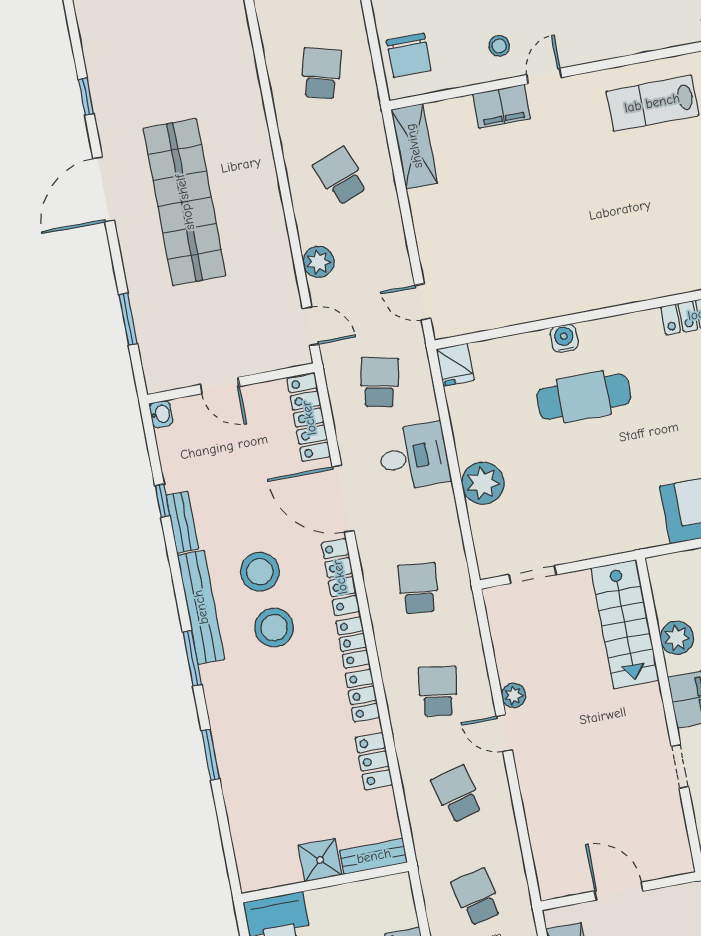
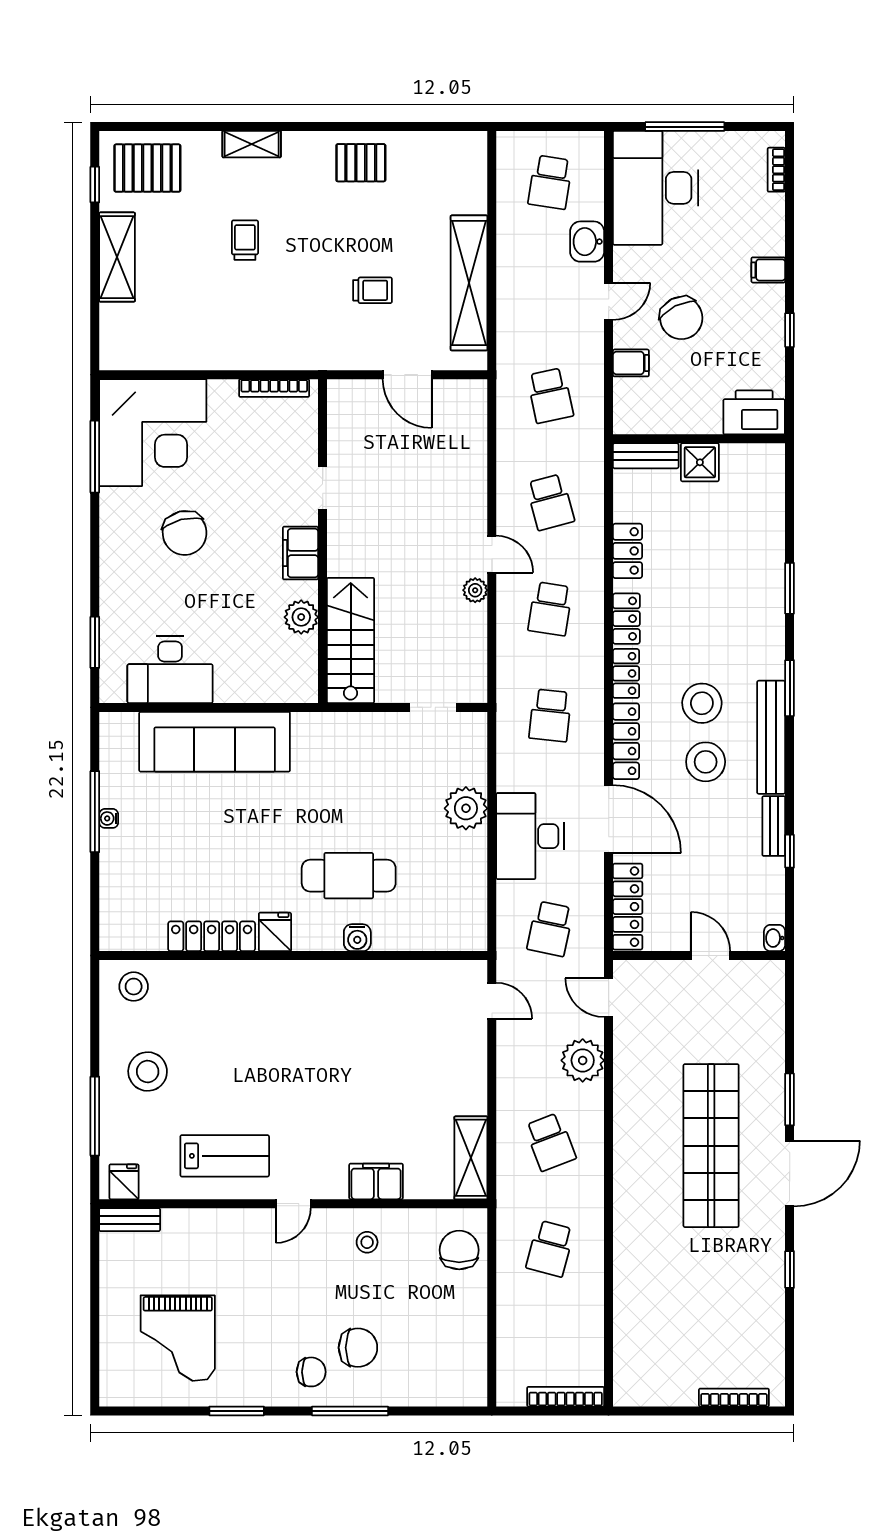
door: (544, 76) -> (293, 1204), moved
plant: (319, 262) -> (583, 1060), width x1.36, depth x1.36
window: (128, 319) -> (790, 1099), moved
fridge: (455, 365) -> (275, 932), moved
desk: (414, 457) -> (530, 836), width x1.37

